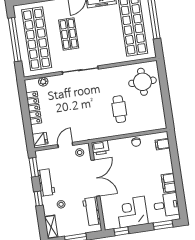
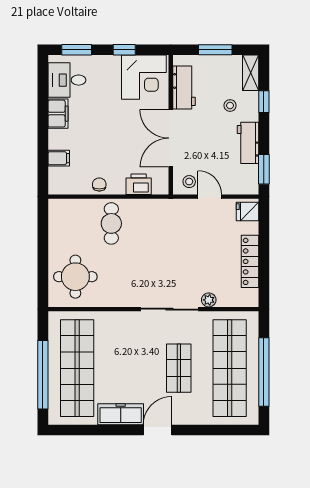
plant: (43, 82) -> (209, 300), moved
cafe table: (119, 109) -> (111, 223), moved
filing cabinet: (163, 144) -> (59, 158), moved
door: (65, 145) -> (210, 197), swing flipped
printer: (100, 148) -> (139, 184), moved
window: (38, 198) -> (264, 102), moved
corner desk: (132, 212) -> (144, 77), moved
window: (121, 231) -> (124, 50), moved

